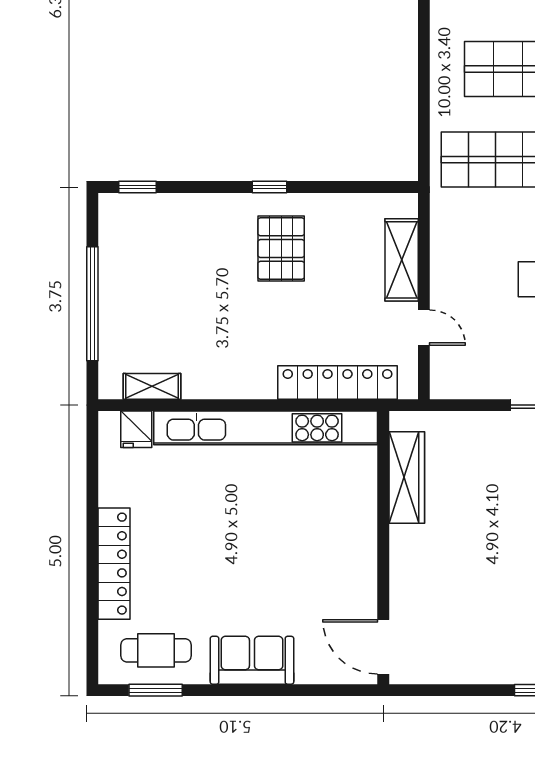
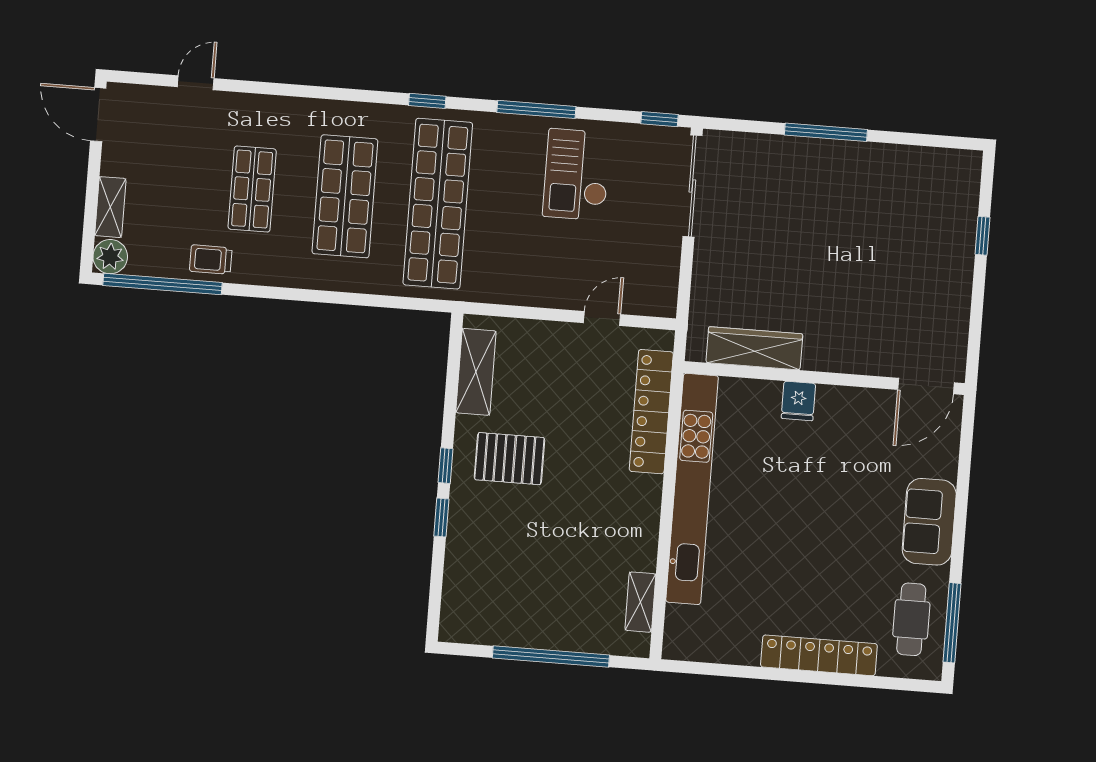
window: (137, 187) -> (441, 518), moved
shelving: (402, 260) -> (476, 372), moved, turned 90
fridge: (136, 429) -> (798, 401), moved, turned 90
window: (156, 690) -> (952, 623), width x1.44

